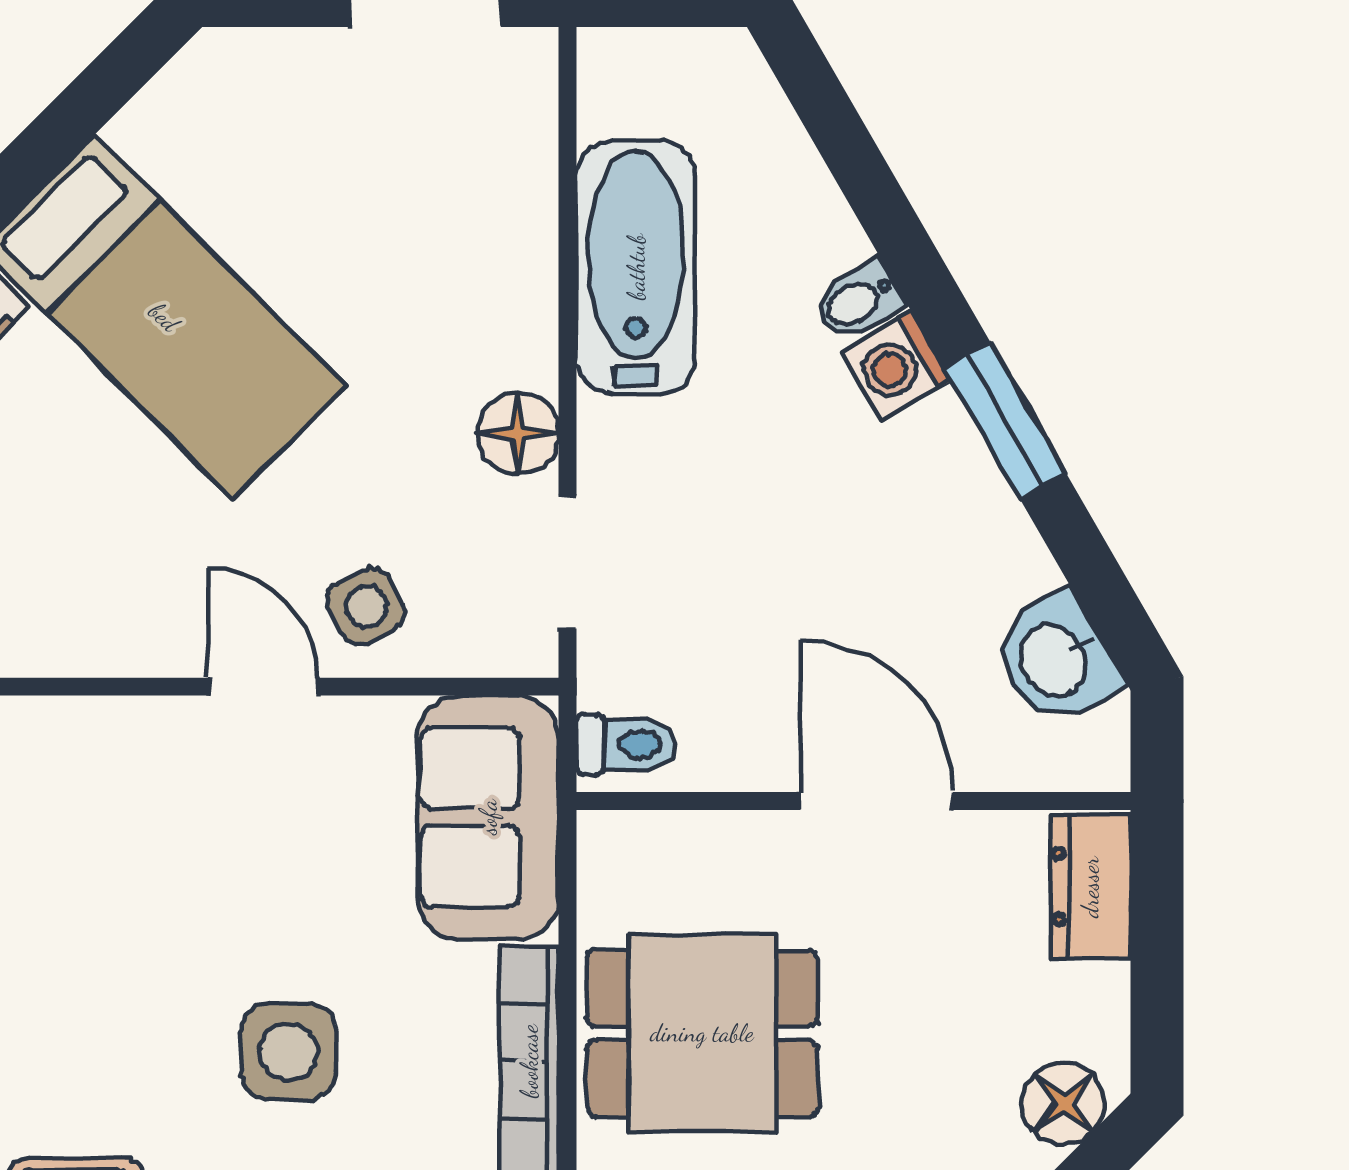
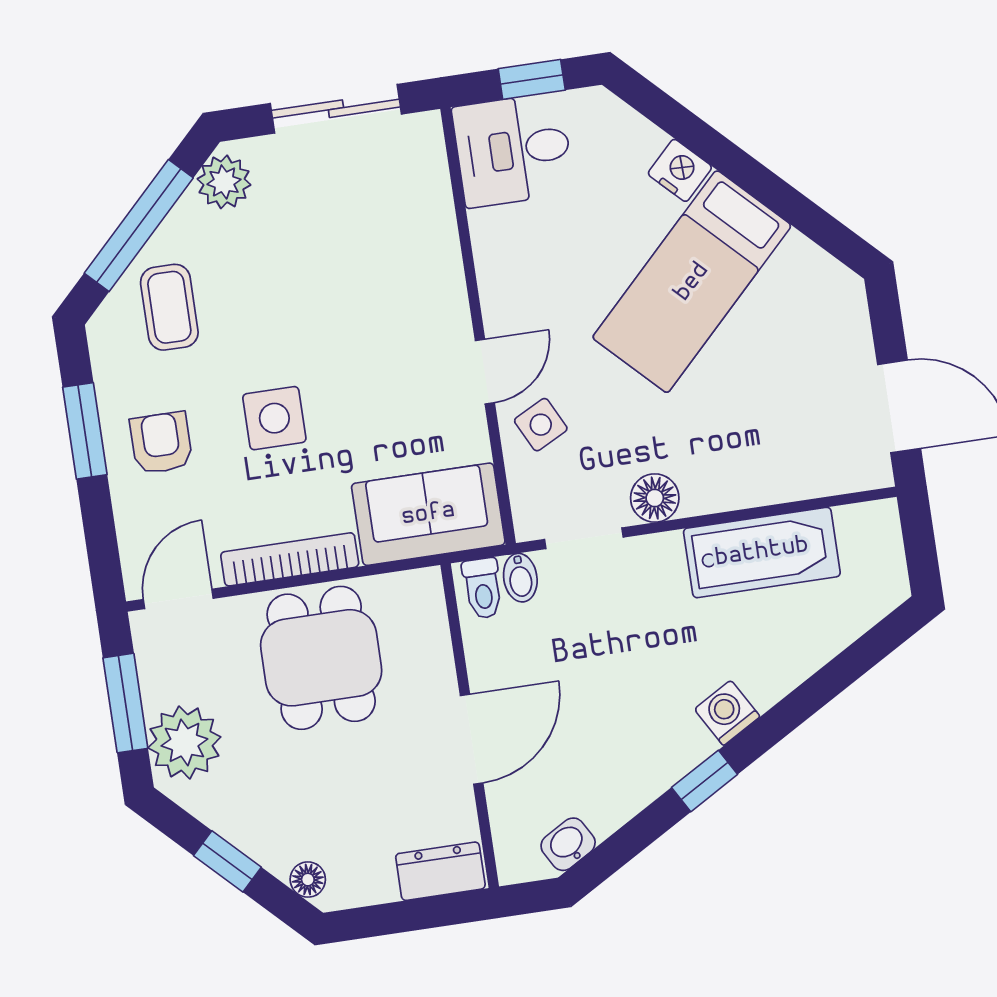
bidet: (858, 301) -> (520, 578), moved, turned -150
window: (1005, 421) -> (705, 781), width x0.67
washbasin: (1056, 659) -> (568, 844), width x0.72, depth x0.69
floor lamp: (1063, 1103) -> (308, 880), width x0.73, depth x0.73

